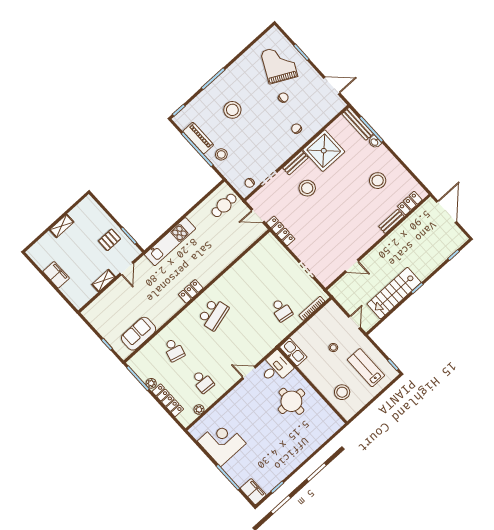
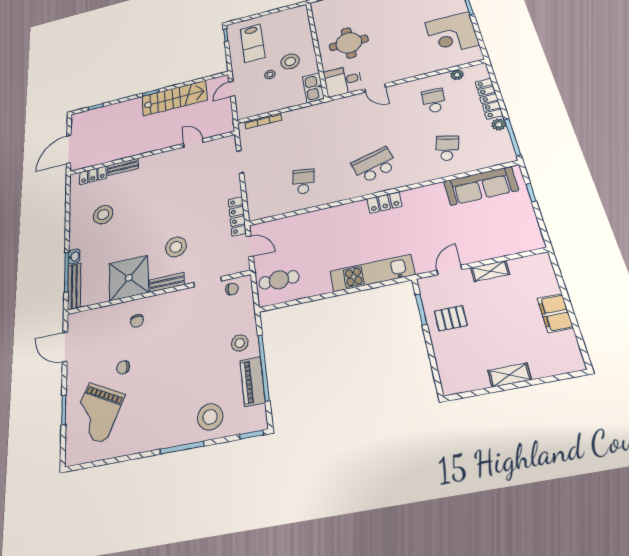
stool: (232, 110) -> (210, 417), moved
school desk: (281, 310) -> (303, 181), moved
sofa: (139, 334) -> (481, 186), width x1.36
stool: (342, 392) -> (290, 61), moved

